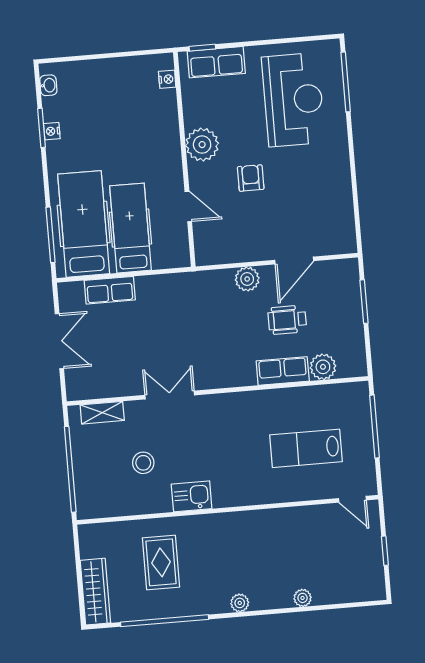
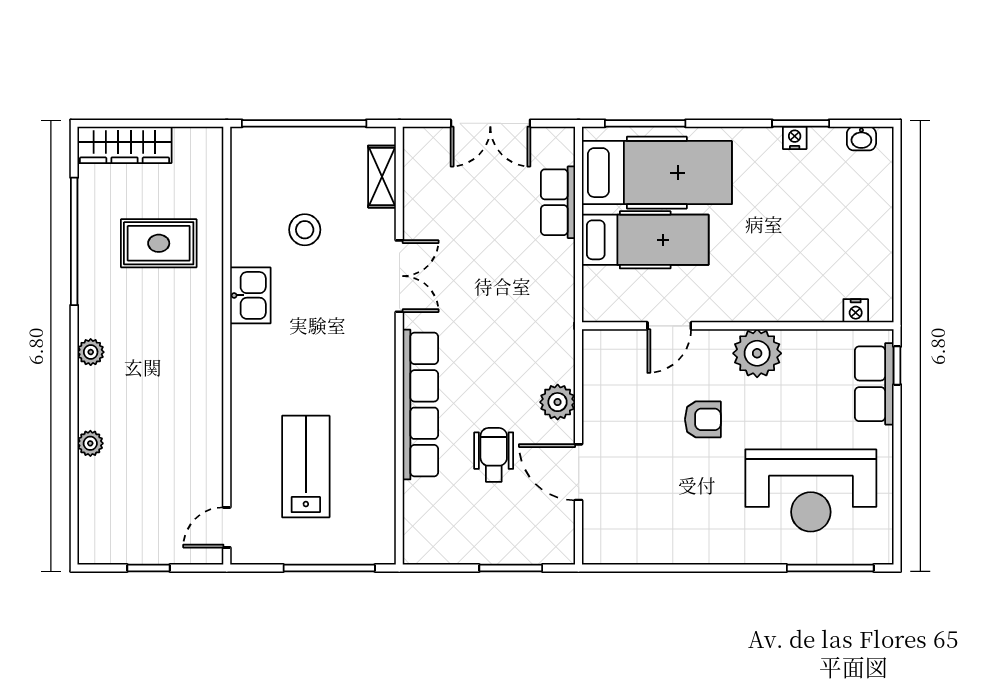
plant: (323, 367) -> (422, 501), removed
row of seats: (283, 371) -> (420, 405), width x2.02

